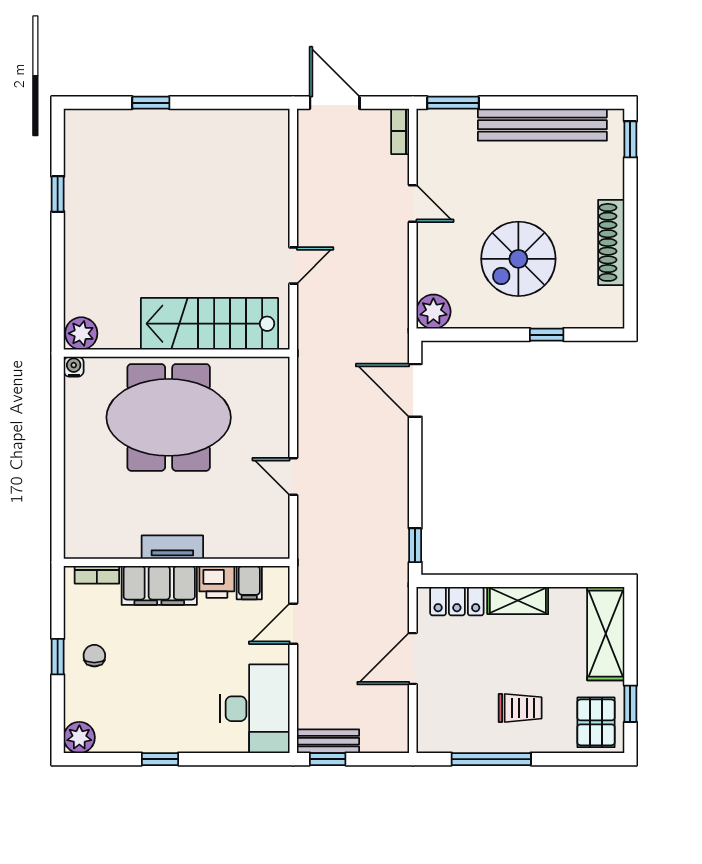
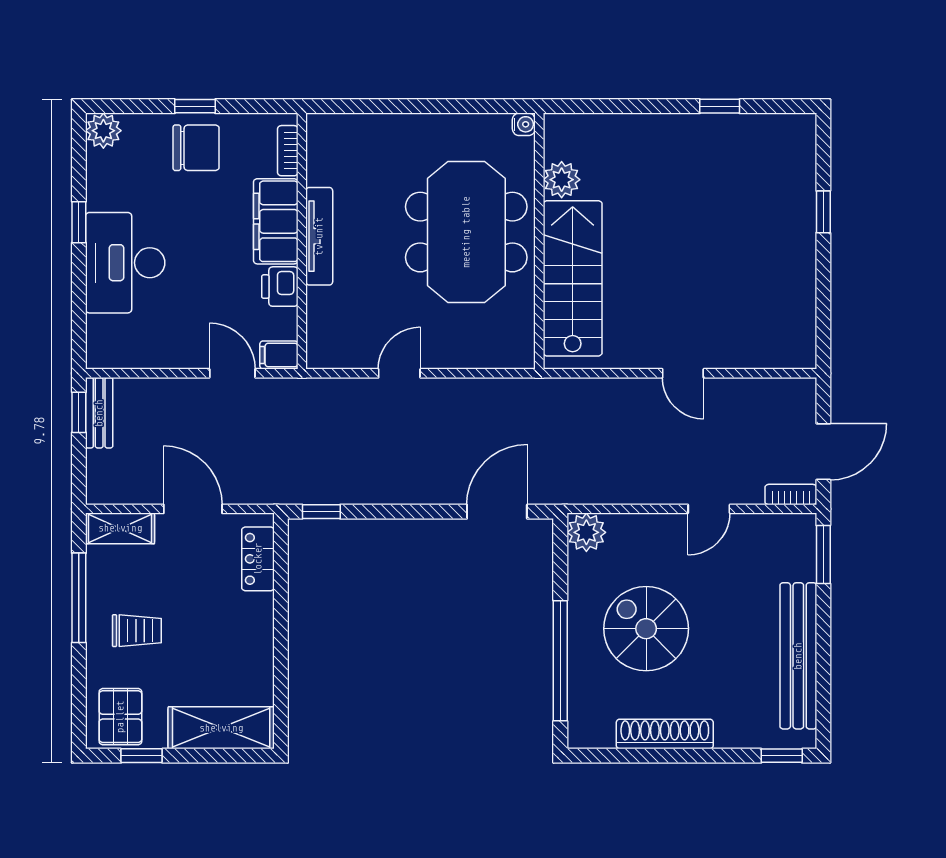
door: (335, 103) -> (823, 452), moved
door: (293, 265) -> (683, 373), moved
plant: (81, 333) -> (562, 180), moved
window: (547, 335) -> (560, 661), width x3.17
tv unit: (172, 547) -> (319, 236), width x1.41
filing cabinet: (249, 583) -> (279, 355), moved
shelving: (518, 601) -> (120, 528), moved, turned 90
chair: (94, 656) -> (196, 148), width x1.87, depth x1.87
trolley: (520, 708) -> (137, 631), turned -90
desk: (255, 709) -> (125, 263), moved, turned 90
pallet: (596, 722) -> (120, 717), turned 90

